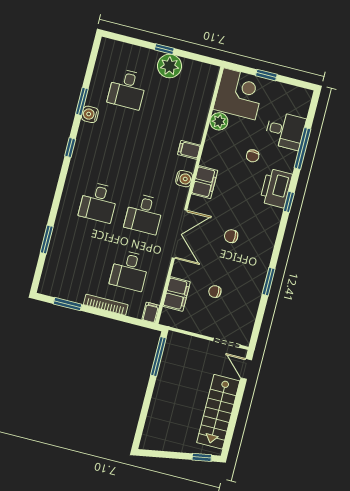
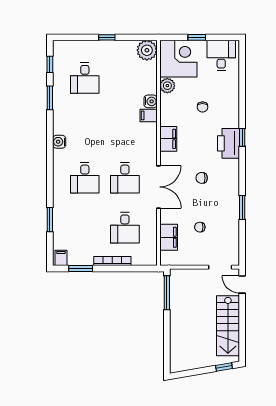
plant: (170, 66) -> (147, 50), moved
water cooler: (90, 114) -> (59, 142), moved
desk: (285, 130) -> (221, 55), moved, turned -90
window: (70, 148) -> (50, 64), moved
window: (302, 148) -> (242, 90), removed
water cooler: (184, 179) -> (151, 101), moved
printer: (276, 188) -> (228, 143), moved
filing cabinet: (151, 312) -> (61, 258), moved

